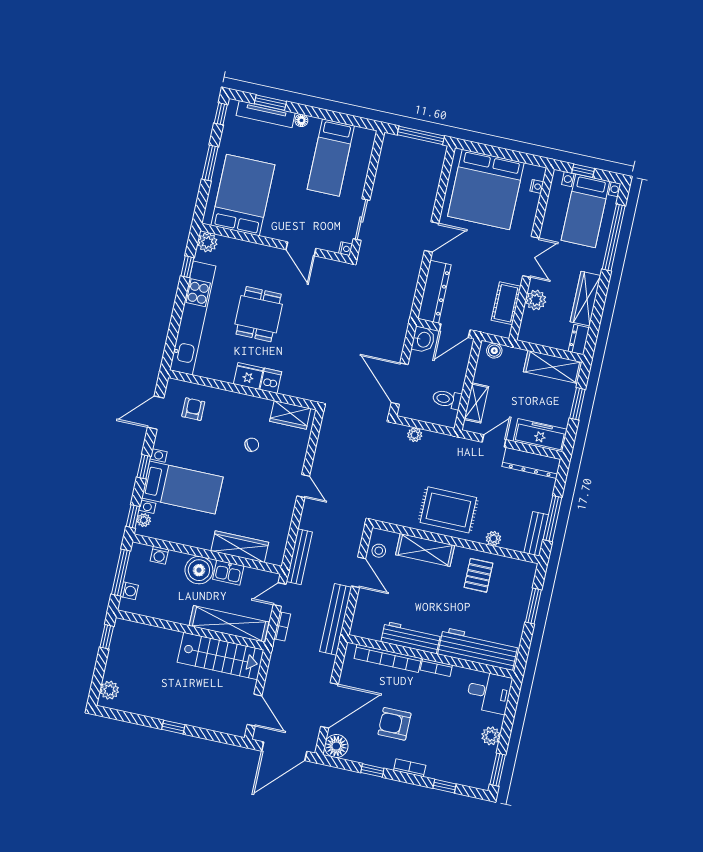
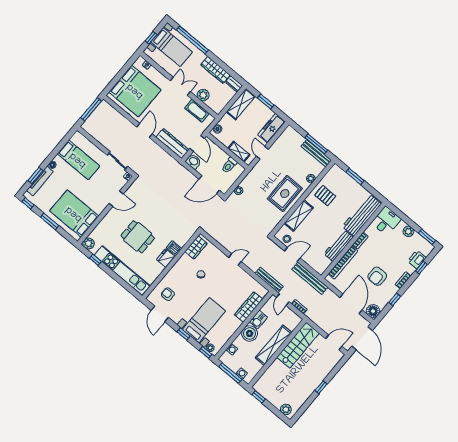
dresser: (531, 463) -> (283, 140), removed
bench: (536, 534) -> (316, 153), width x1.36
shelving: (229, 624) -> (274, 345), moved
printer: (454, 772) -> (417, 259), added

